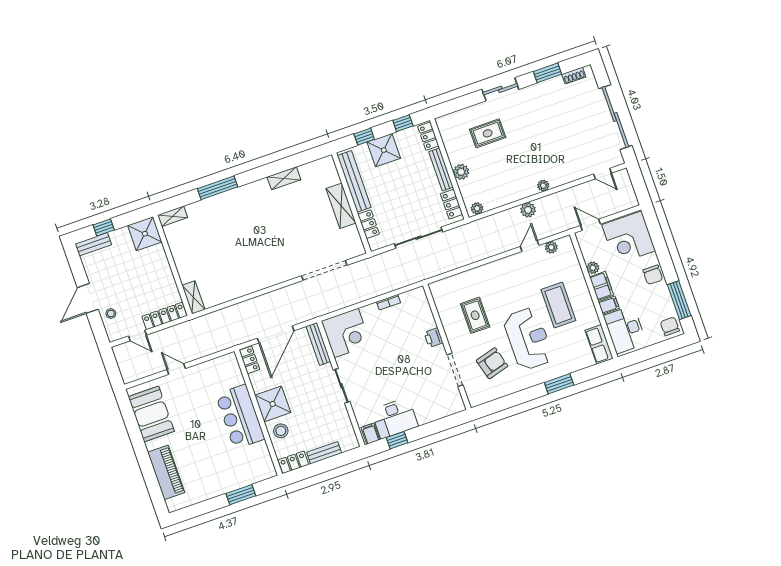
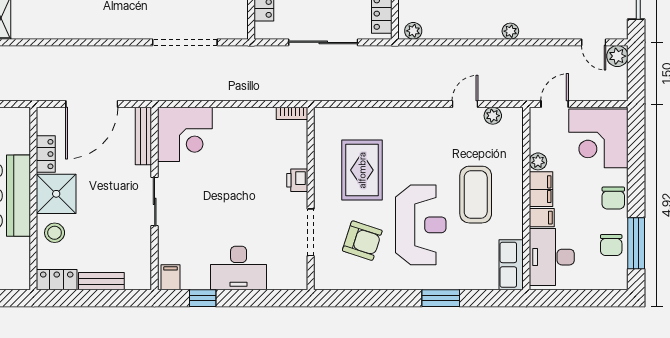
plant: (528, 210) -> (617, 56), moved
door: (591, 225) -> (555, 104), hinge flipped
bookcase: (389, 302) -> (292, 113), moved
rug: (475, 315) -> (362, 170), width x1.36, depth x1.43
chair: (670, 326) -> (611, 245), moved, turned 180
locker: (249, 360) -> (46, 154), moved
armchair: (492, 363) -> (362, 241), turned 34
desk: (395, 418) -> (239, 268), moved

